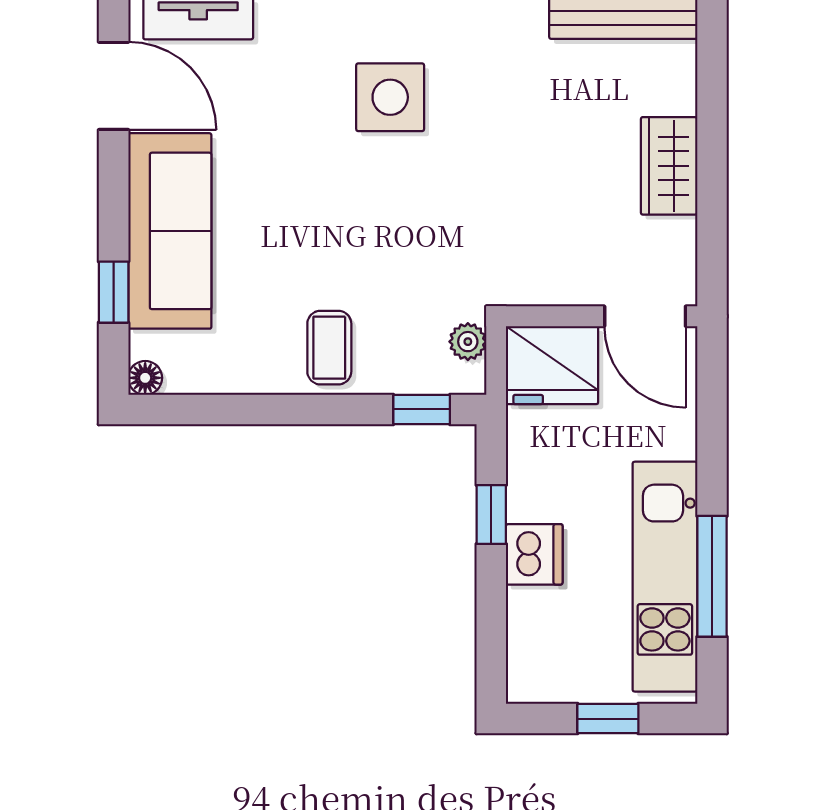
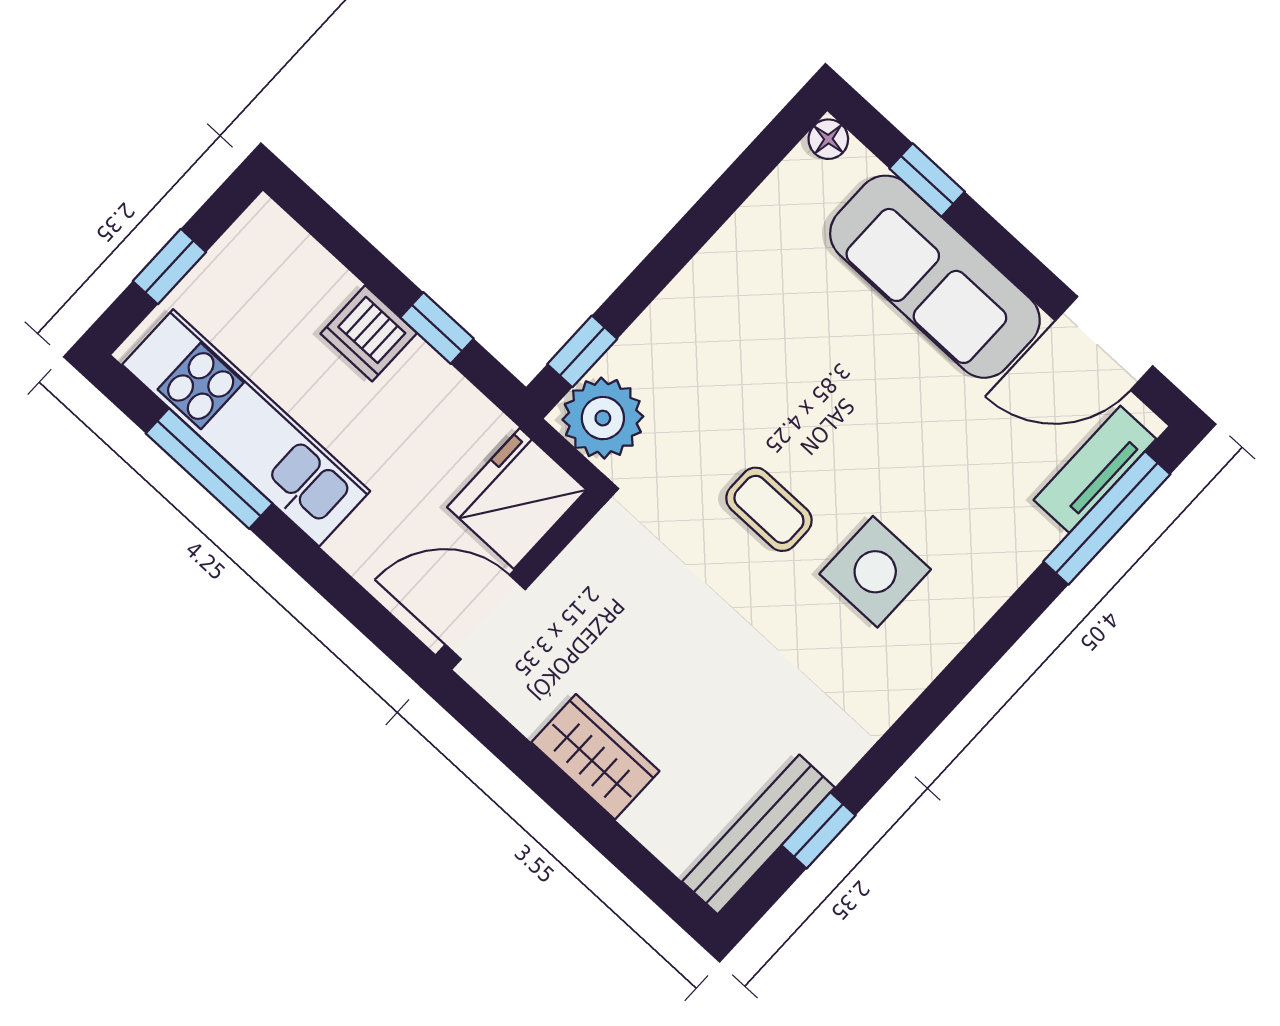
plant: (468, 342) -> (603, 418), width x1.88, depth x1.88
coffee table: (329, 348) -> (769, 509), moved

